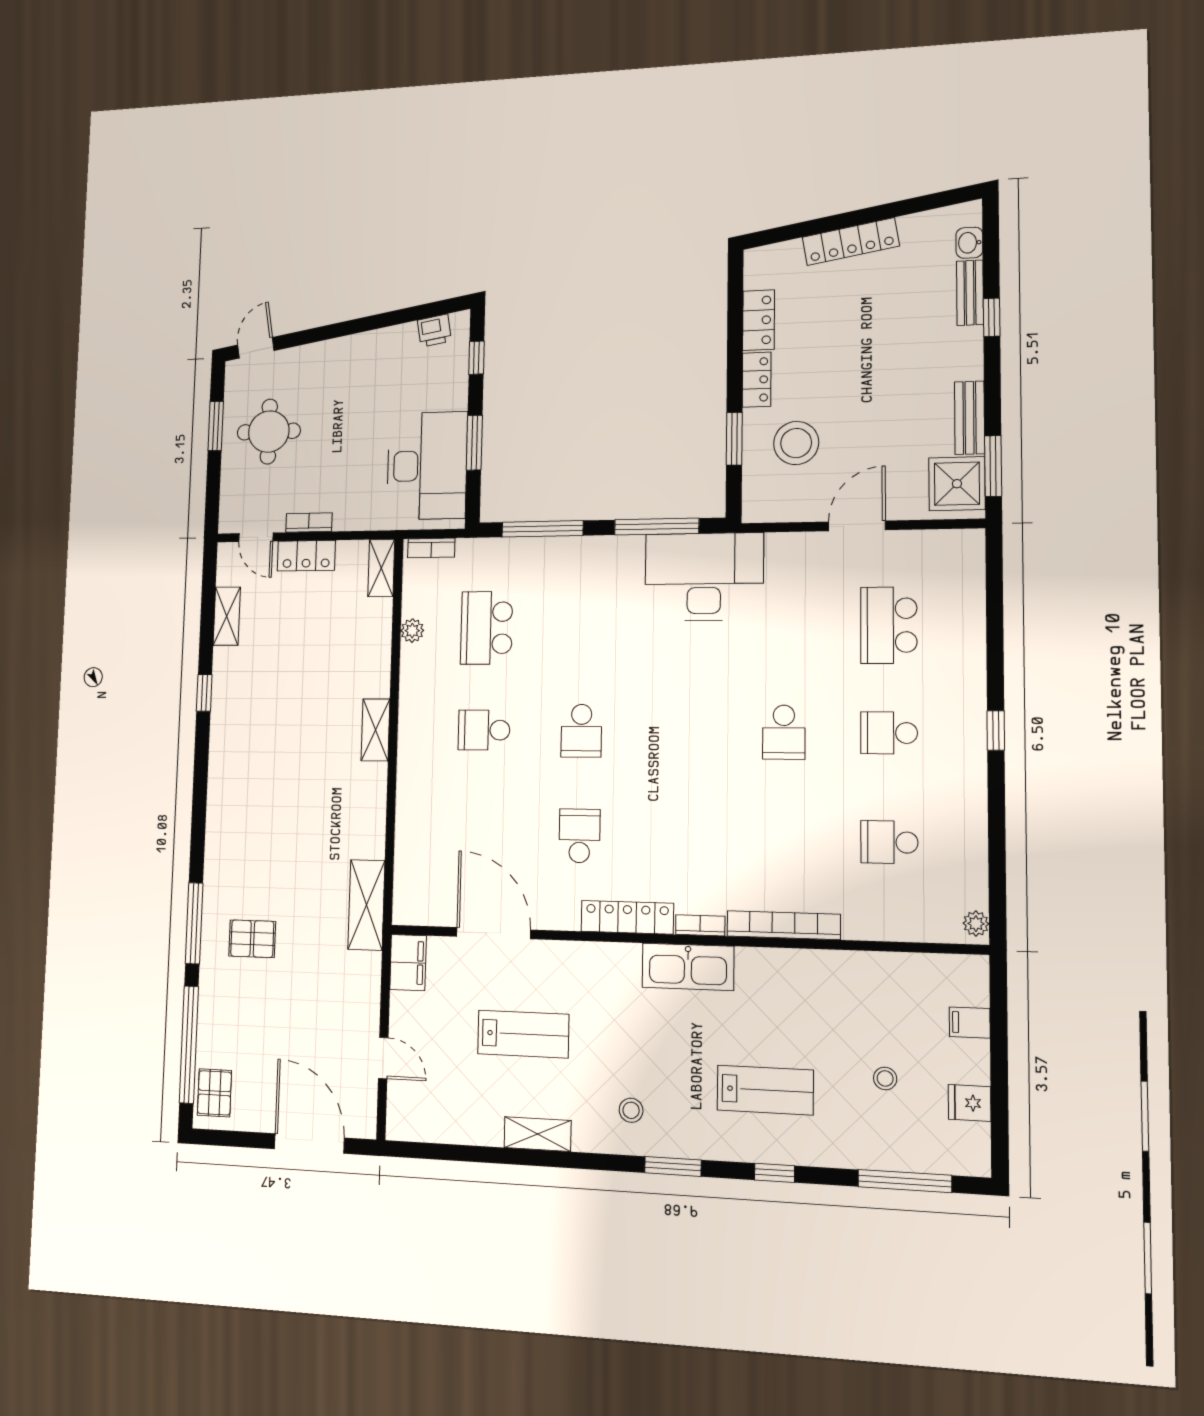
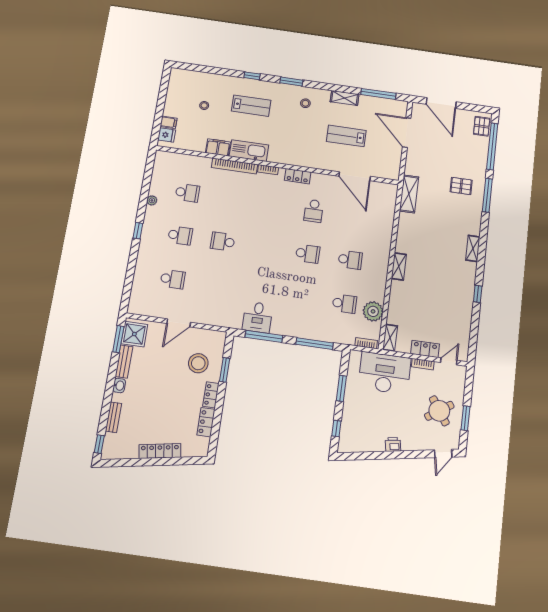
washbasin: (969, 243) -> (119, 386), moved
window: (992, 317) -> (99, 444), moved
printer: (434, 331) -> (393, 444), moved
round table: (269, 432) -> (439, 411), turned -34
desk: (427, 466) -> (385, 373), moved, turned 90
door: (256, 537) -> (449, 361), hinge flipped
desk: (704, 577) -> (258, 317), width x0.53, depth x0.77
shelving: (227, 616) -> (473, 248), moved
school desk: (889, 625) -> (173, 279), width x0.54
school desk: (487, 628) -> (344, 304), width x0.54
plant: (412, 631) -> (373, 311), width x1.88, depth x1.88
school desk: (581, 731) -> (308, 254), turned 90
school desk: (784, 732) -> (223, 242), turned -90
locker: (627, 917) -> (298, 176), width x0.66
plant: (976, 924) -> (152, 200), moved
filing cabinet: (408, 963) -> (218, 147), moved, turned 90
kitchen sink: (688, 967) -> (249, 151), moved
door: (383, 1058) -> (407, 133), width x1.88
lab bench: (765, 1090) -> (251, 106), turned 180
fridge: (970, 1103) -> (167, 135), moved
window: (905, 1181) -> (378, 94), moved

